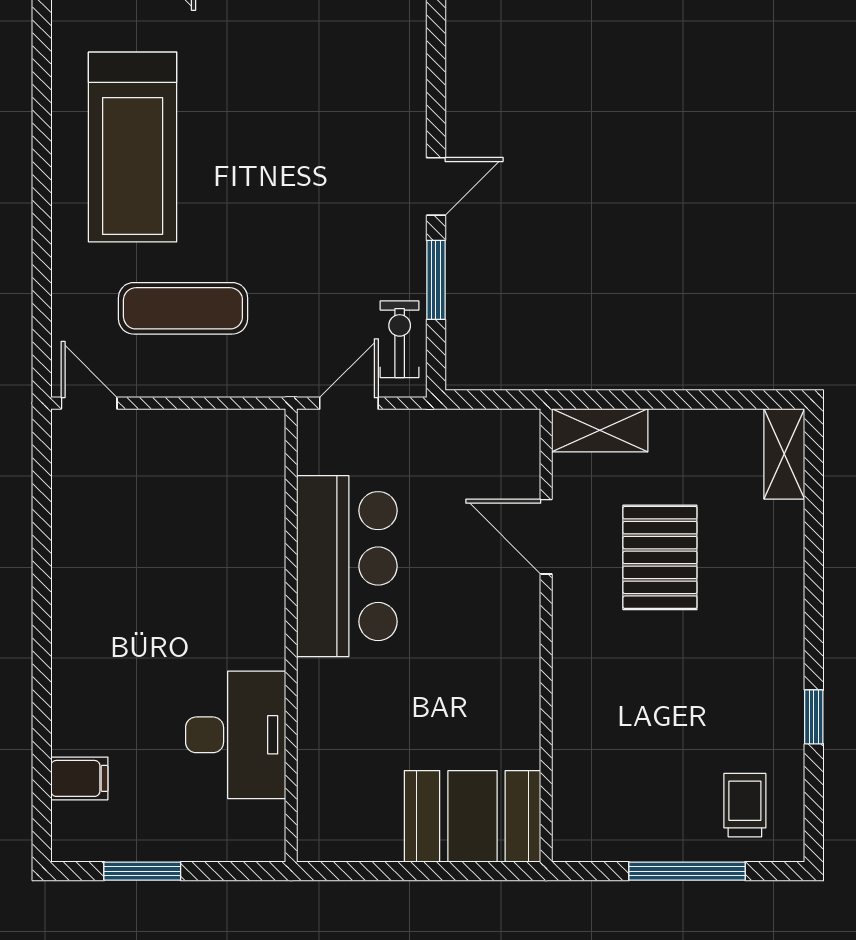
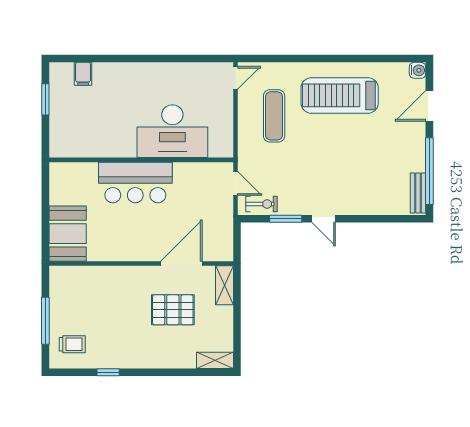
door: (546, 537) -> (181, 263), width x1.36
bar counter: (347, 566) -> (135, 183), moved
desk: (236, 735) -> (172, 131), moved, width x1.36, depth x1.30

